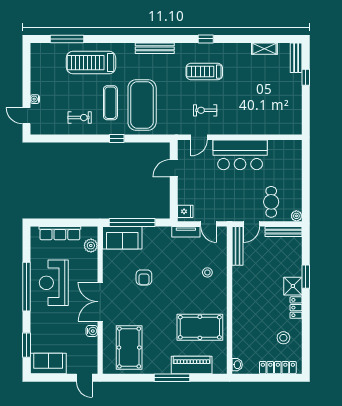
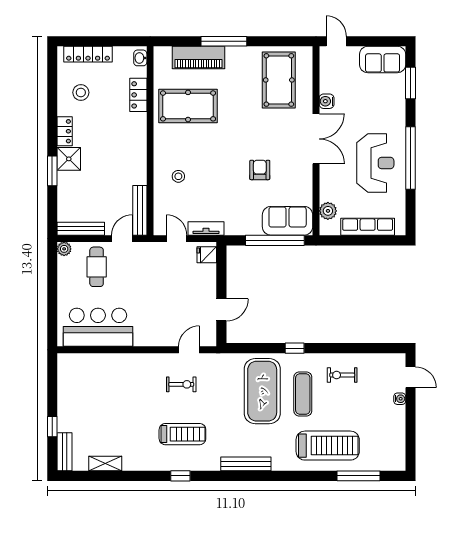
bar counter: (240, 155) -> (98, 327), moved
locker: (239, 336) -> (138, 95), added

